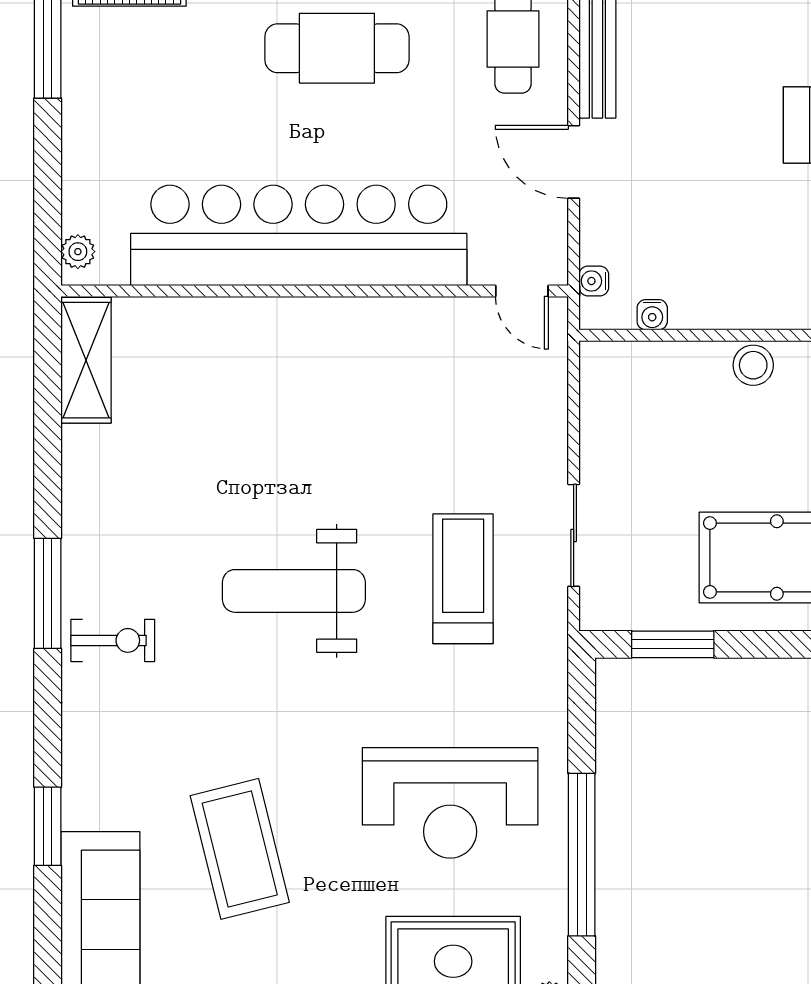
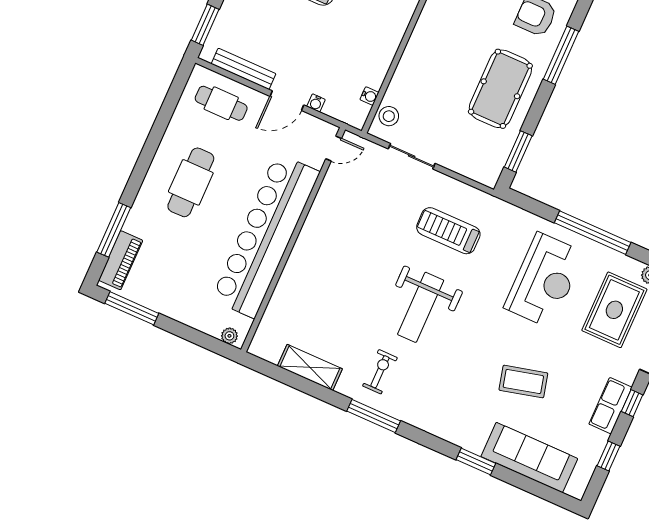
water cooler: (594, 281) -> (316, 103), moved
shelving: (86, 360) -> (310, 367), moved
stool: (753, 365) -> (389, 116), moved
sliding door: (574, 535) -> (412, 156), moved
exercise bike: (113, 640) -> (380, 372), moved
coffee table: (240, 849) -> (523, 382), width x0.73, depth x0.76

